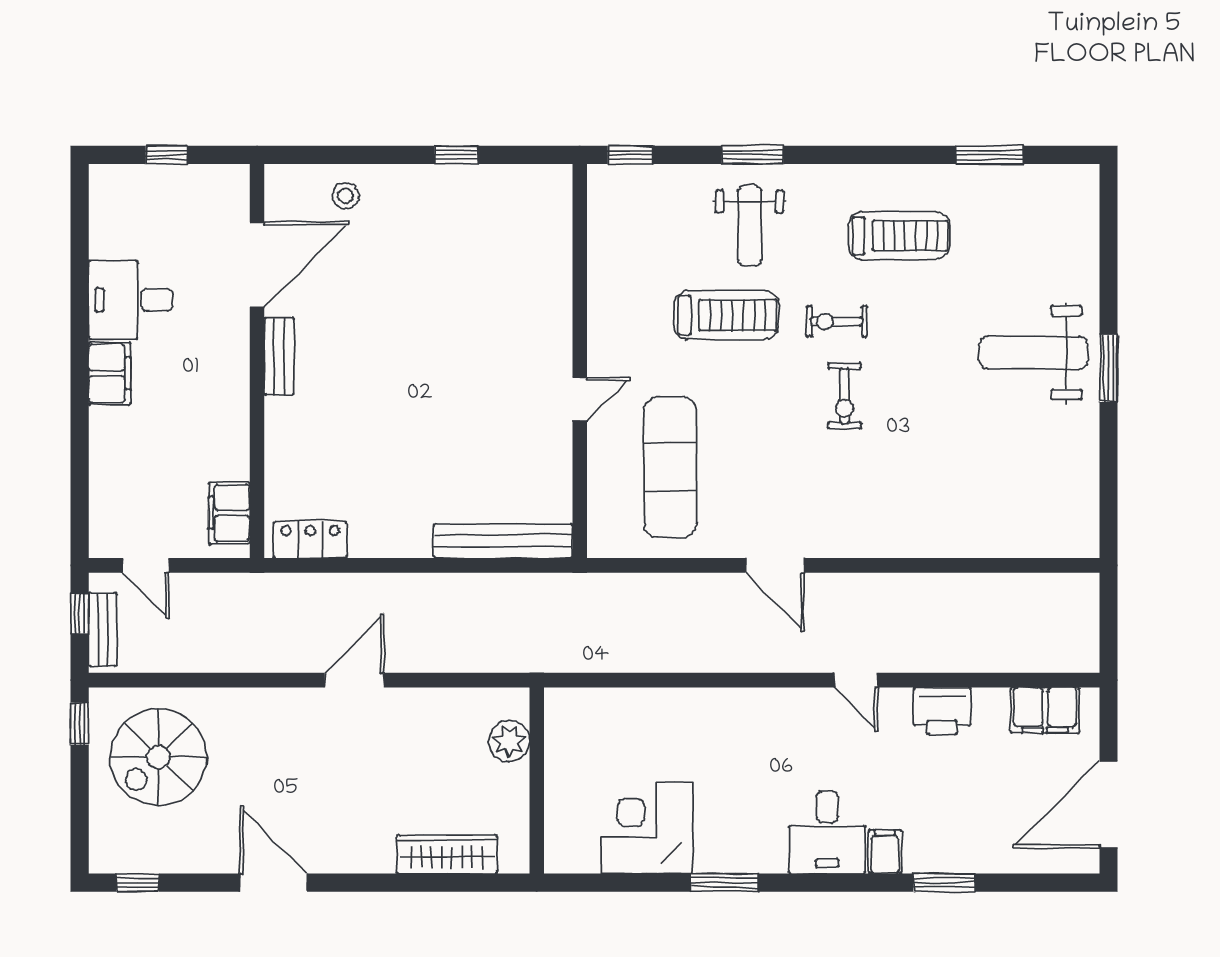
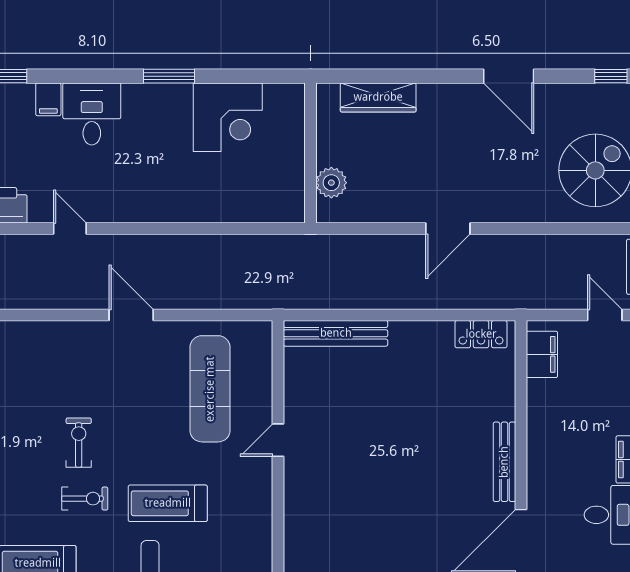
bench: (279, 356) -> (504, 462), width x1.36

